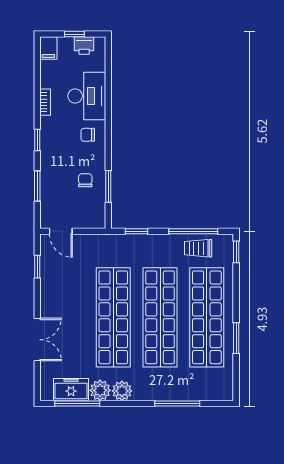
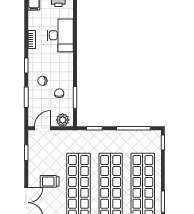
chair: (88, 135) -> (42, 81), moved
plant: (90, 219) -> (63, 120), added
door: (61, 231) -> (42, 128), swing flipped
trolley: (198, 248) -> (50, 181), moved

